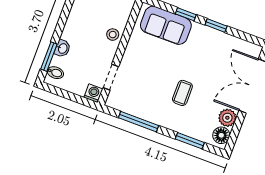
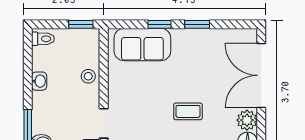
washbasin: (62, 48) -> (39, 81), moved
coffee table: (182, 93) -> (188, 111), turned 90

